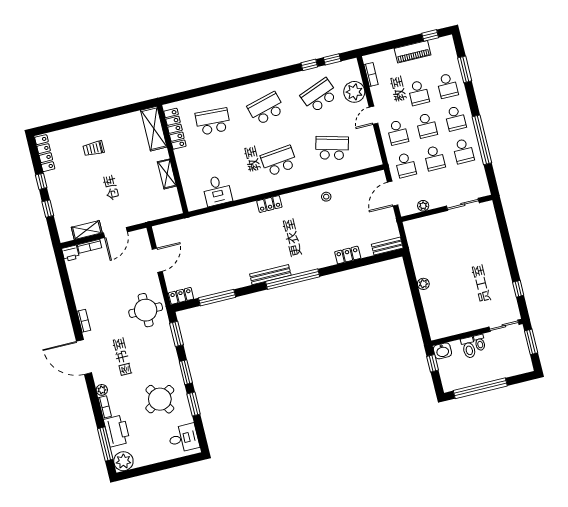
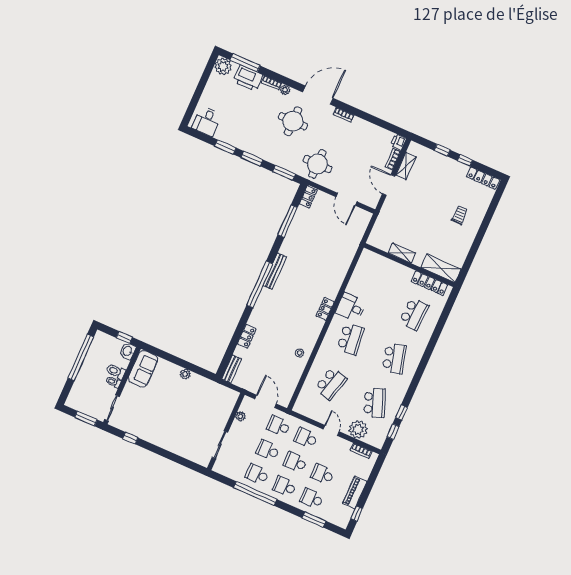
desk: (217, 191) -> (351, 307), moved
sofa: (448, 325) -> (143, 369), added
round table: (160, 399) -> (293, 121), moved, turned 31

